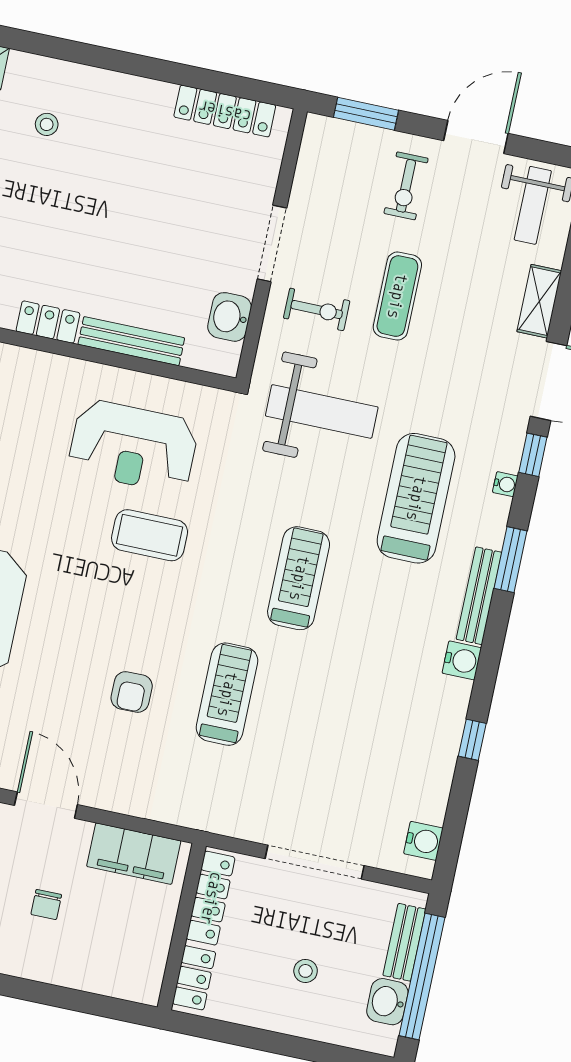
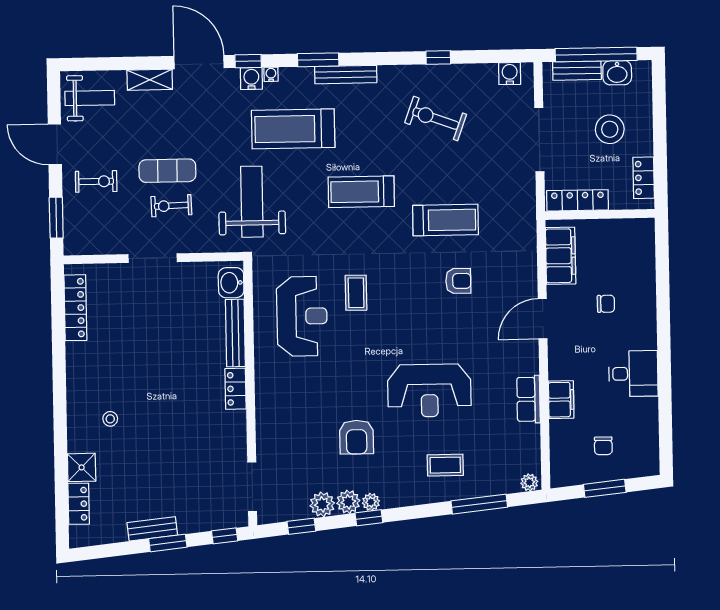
exercise bike: (317, 309) -> (171, 206), moved, turned -92
washbasin: (230, 317) -> (231, 283), moved, turned 90
coffee table: (150, 535) -> (356, 293), width x0.73, depth x0.77
water cooler: (462, 660) -> (251, 79), moved
treadmill: (227, 694) -> (445, 220), turned 180
exercise bike: (382, 715) -> (436, 119), added
stool: (306, 971) -> (610, 129), width x1.89, depth x1.89
locker: (194, 978) -> (644, 178), moved, turned -90

